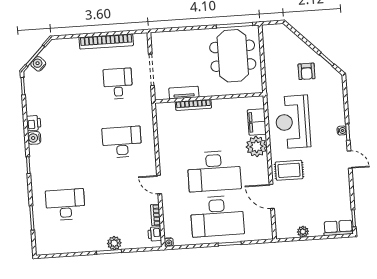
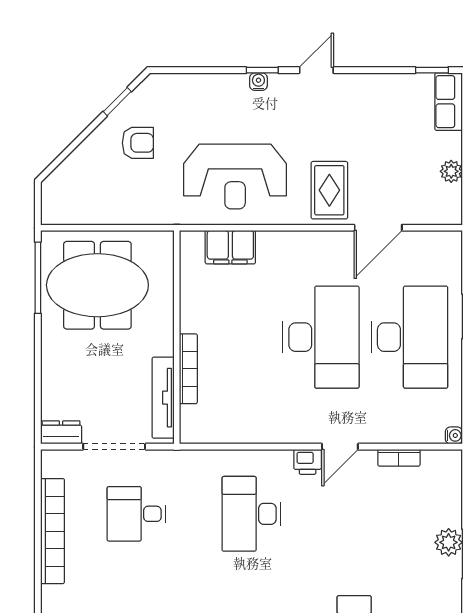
dresser: (157, 42) -> (61, 432), added
tv unit: (184, 93) -> (163, 398), width x1.41
plant: (256, 146) -> (278, 251), removed
printer: (155, 234) -> (308, 462), moved

